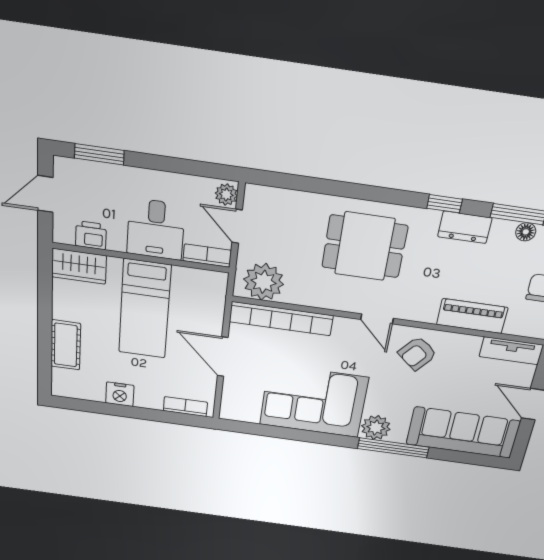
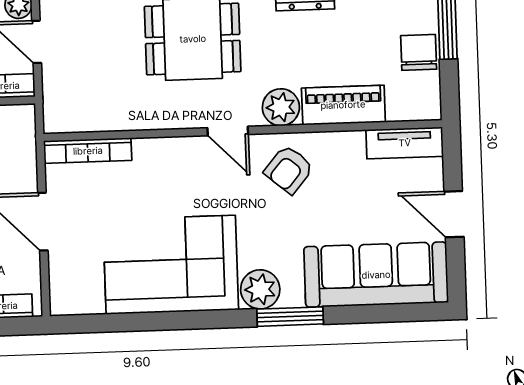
plant: (264, 282) -> (281, 107), moved, width x0.73, depth x0.73
bookcase: (281, 319) -> (88, 151), width x0.68, depth x0.76
window: (393, 448) -> (290, 317), width x0.69

